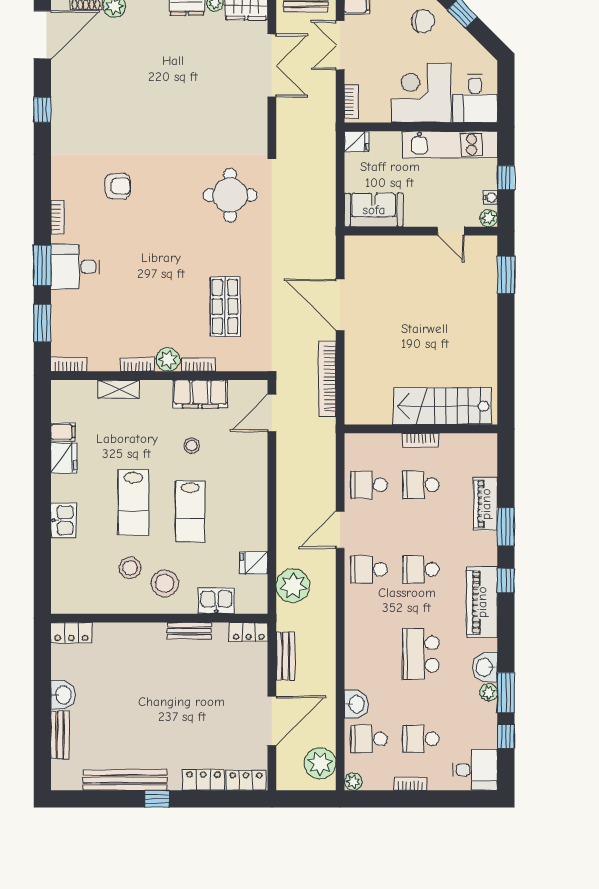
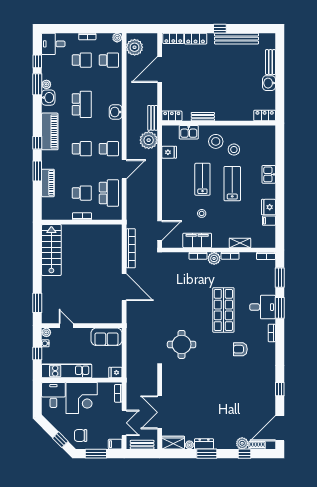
shop shelf: (225, 307) -> (223, 310), moved, width x1.43, depth x1.36
stairs: (442, 406) -> (51, 250), moved, turned -90
school desk: (369, 485) -> (109, 193), width x1.85
bench: (285, 656) -> (153, 118), moved
washbasin: (356, 704) -> (116, 112), moved

